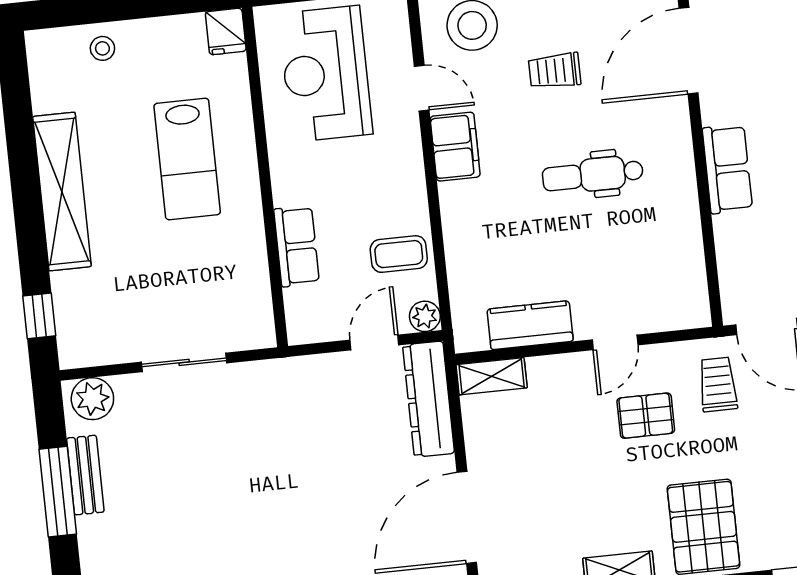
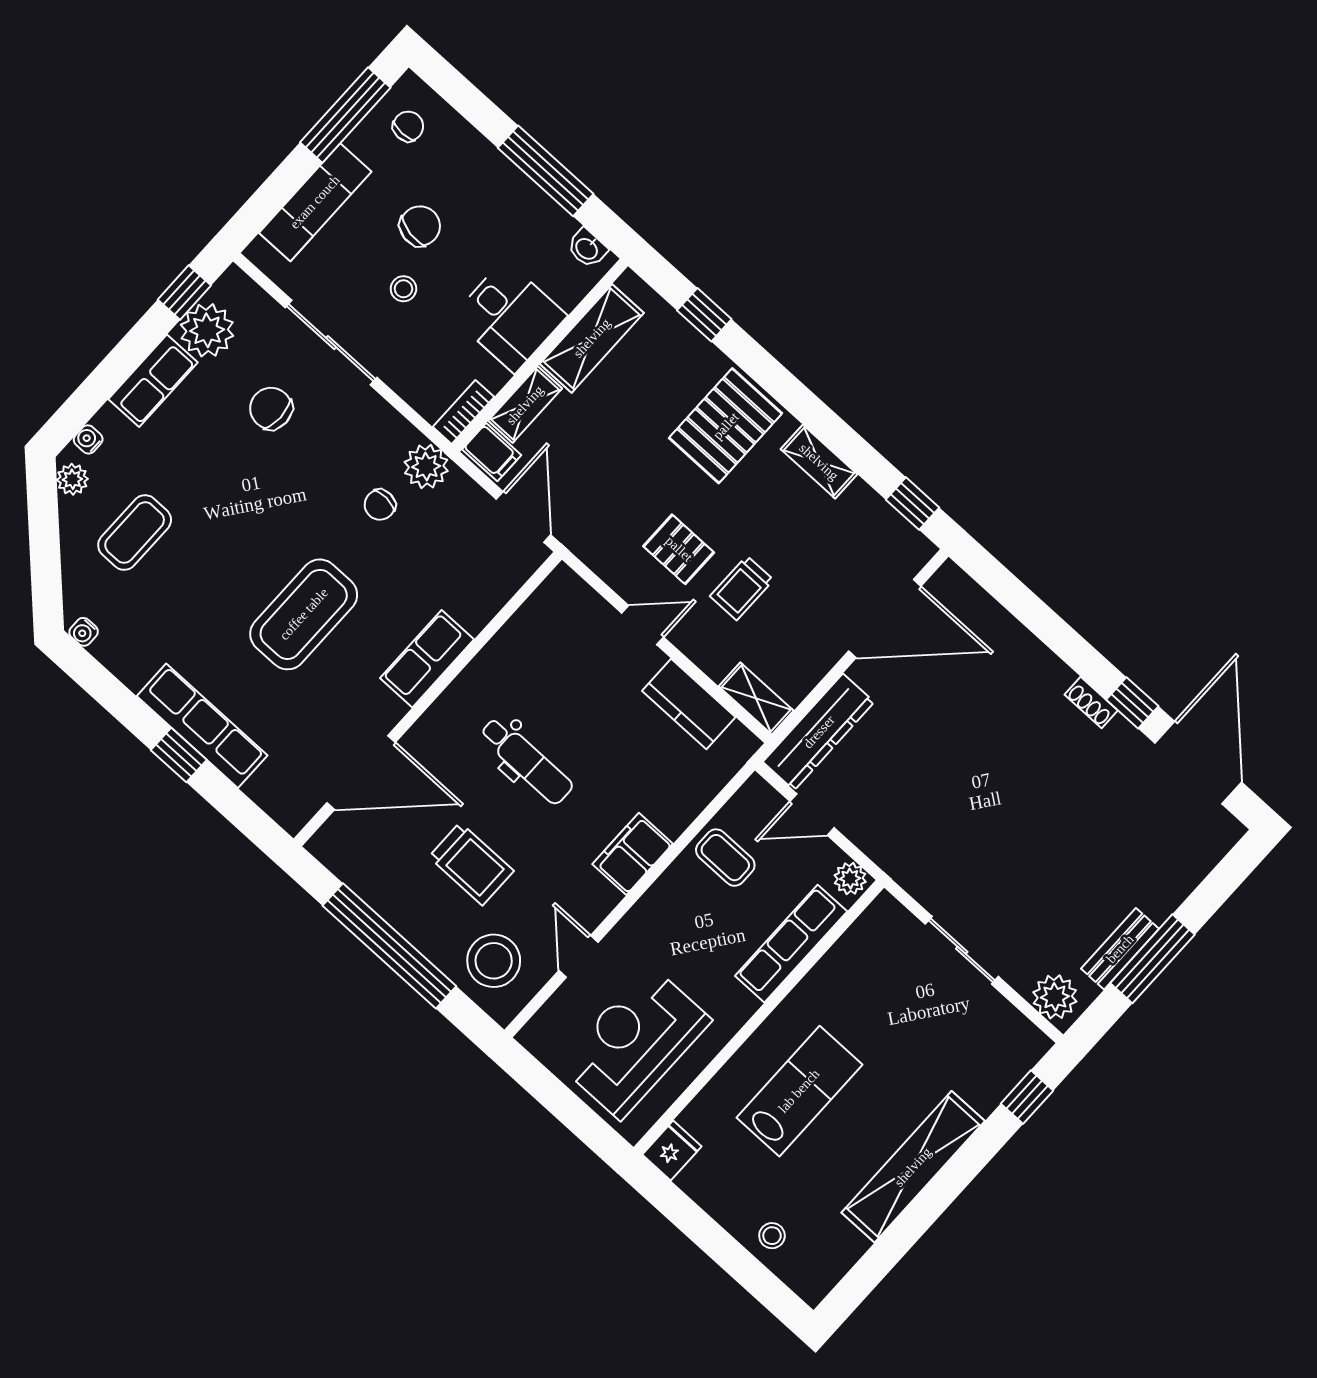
trolley: (555, 71) -> (471, 864), width x1.36, depth x1.39
reception desk: (326, 74) -> (635, 1042), turned 180
filing cabinet: (455, 147) -> (633, 854), moved
row of seats: (297, 246) -> (791, 944), width x1.48
plant: (425, 316) -> (850, 879), moved
trolley: (718, 384) -> (742, 588), moved

